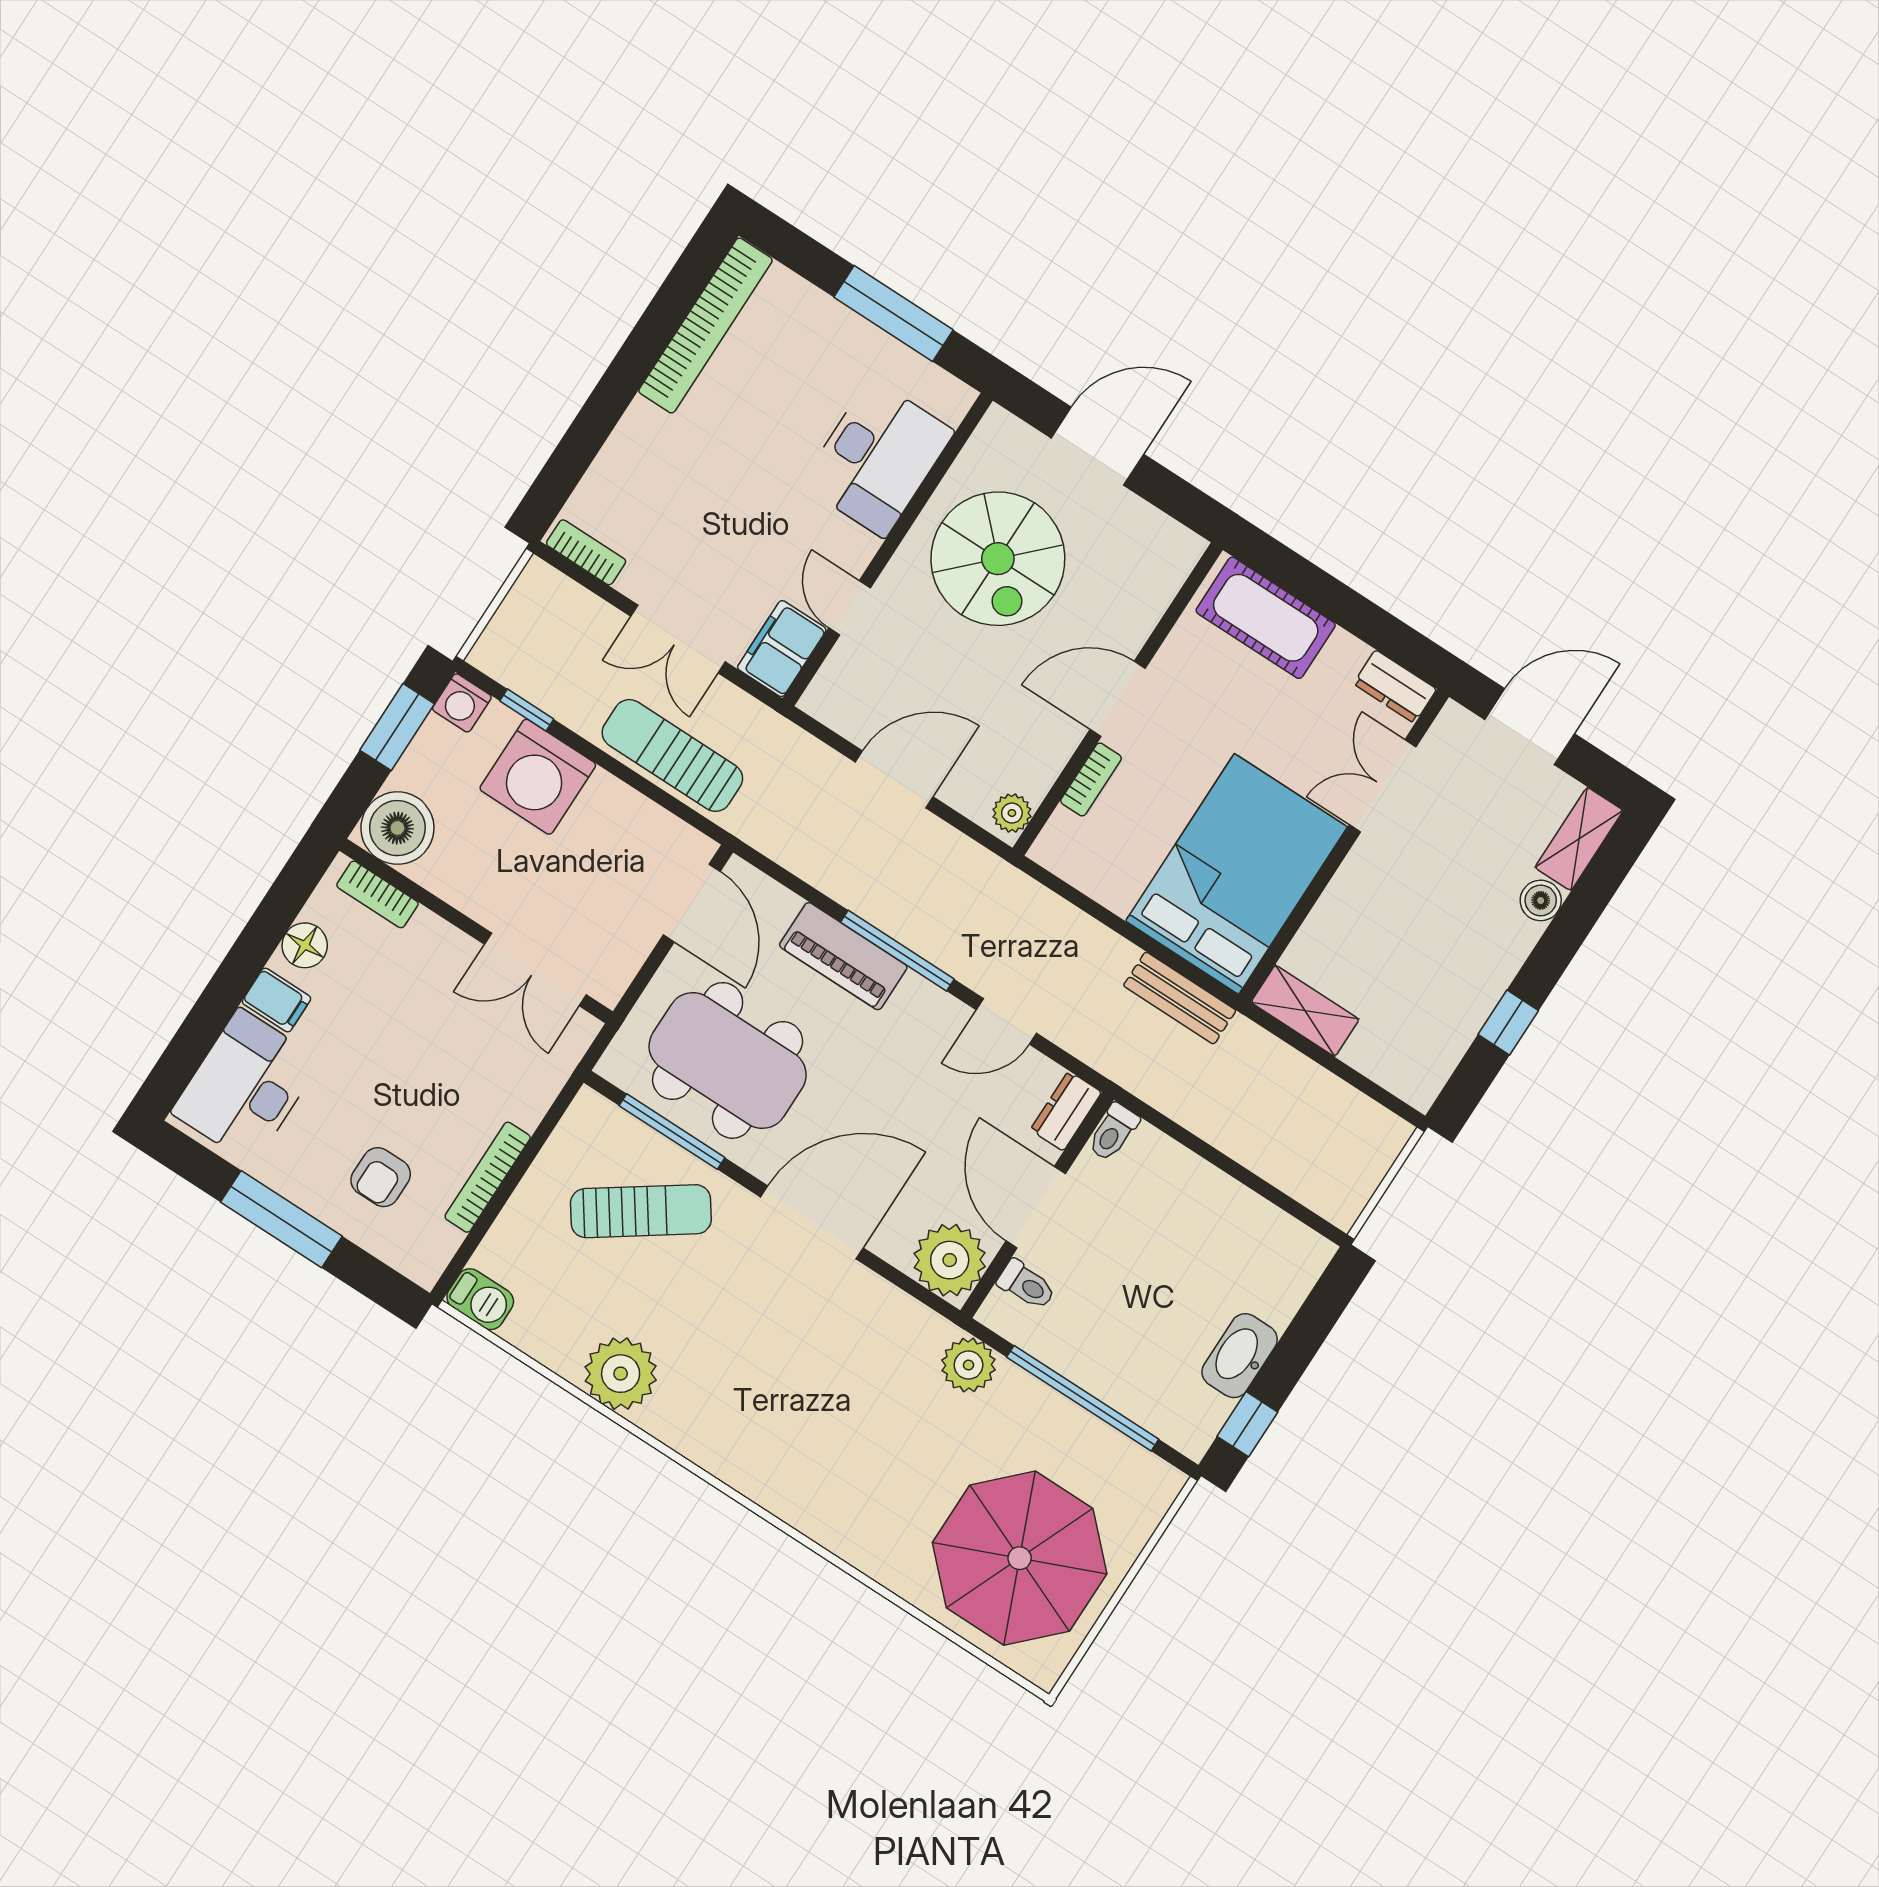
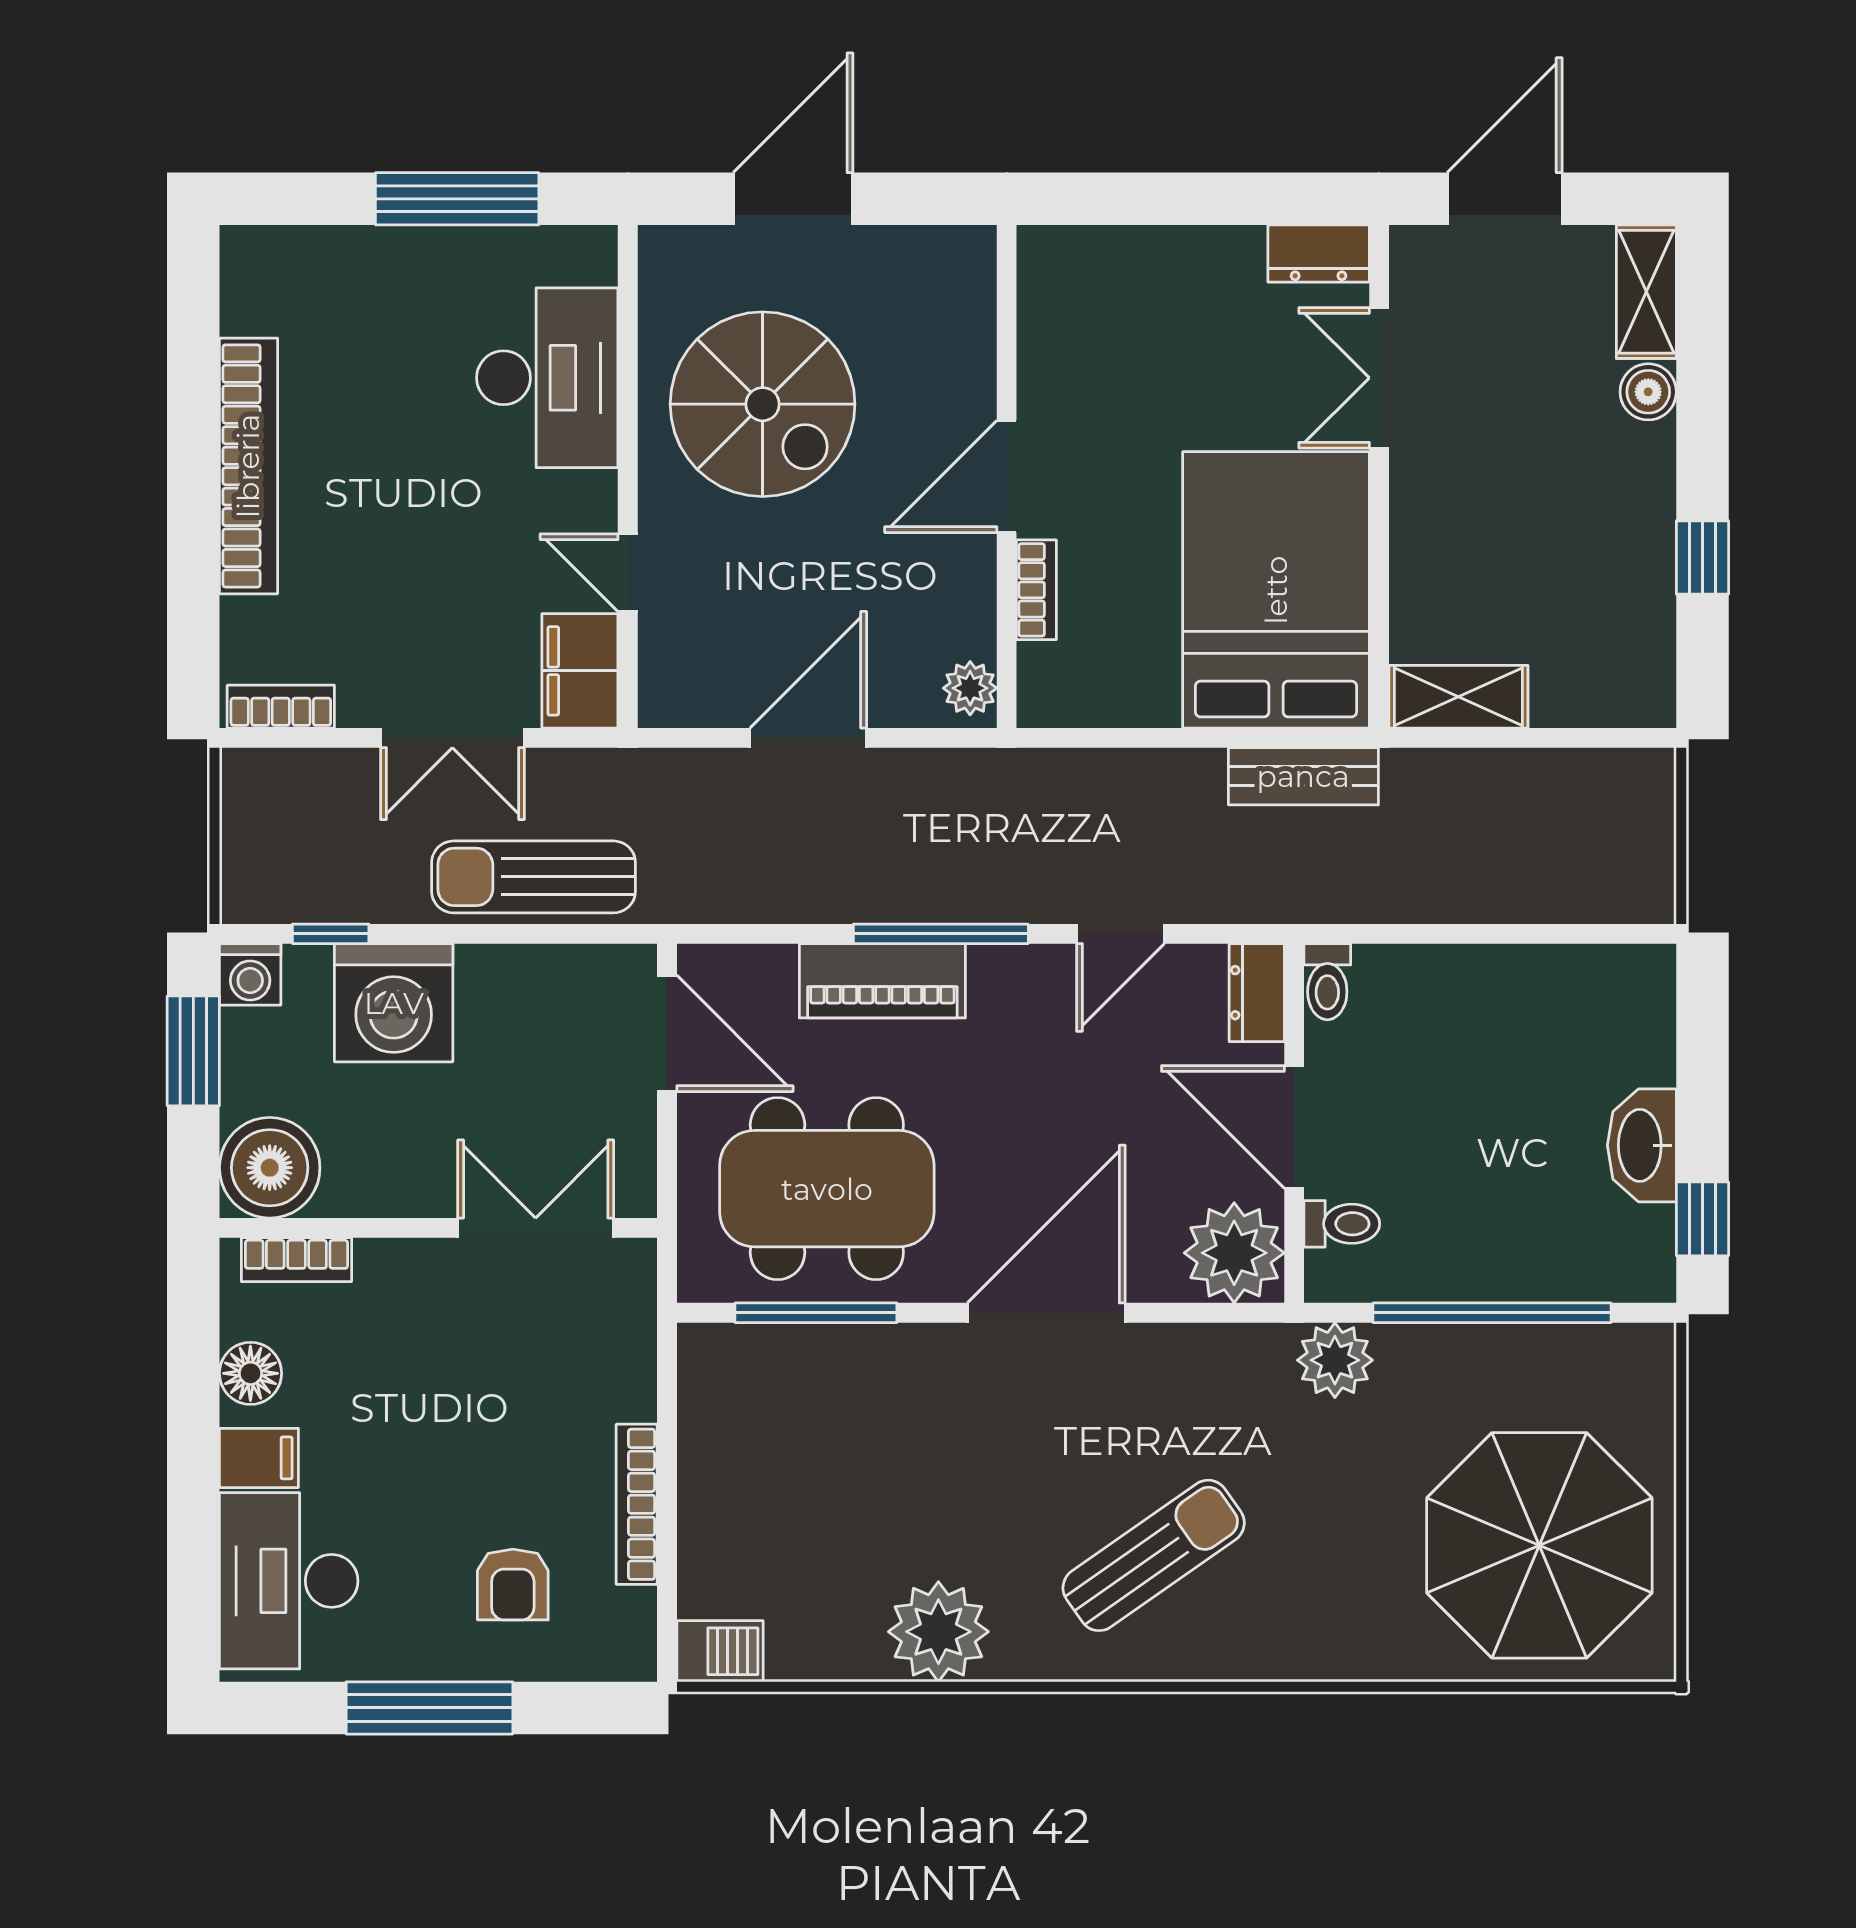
bookcase: (705, 326) -> (248, 466), moved
cot: (1266, 618) -> (1117, 271), removed
double door: (535, 969) -> (536, 1228), swing flipped
sun lounger: (641, 1211) -> (1154, 1555), moved

